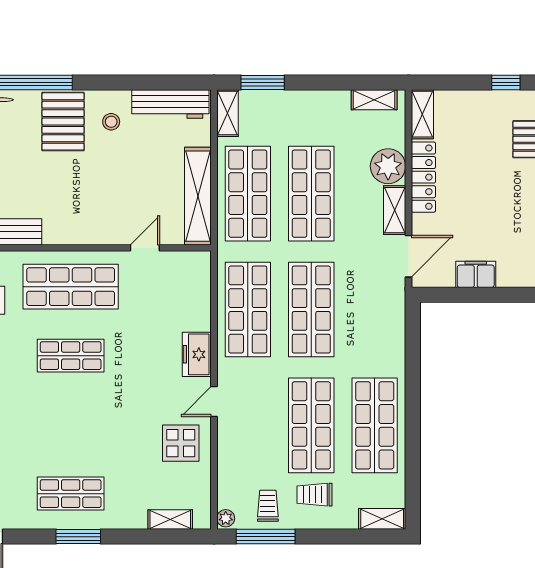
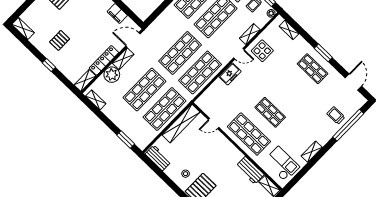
workbench: (170, 104) -> (158, 158), width x0.73
shelving: (227, 113) -> (250, 34), moved

